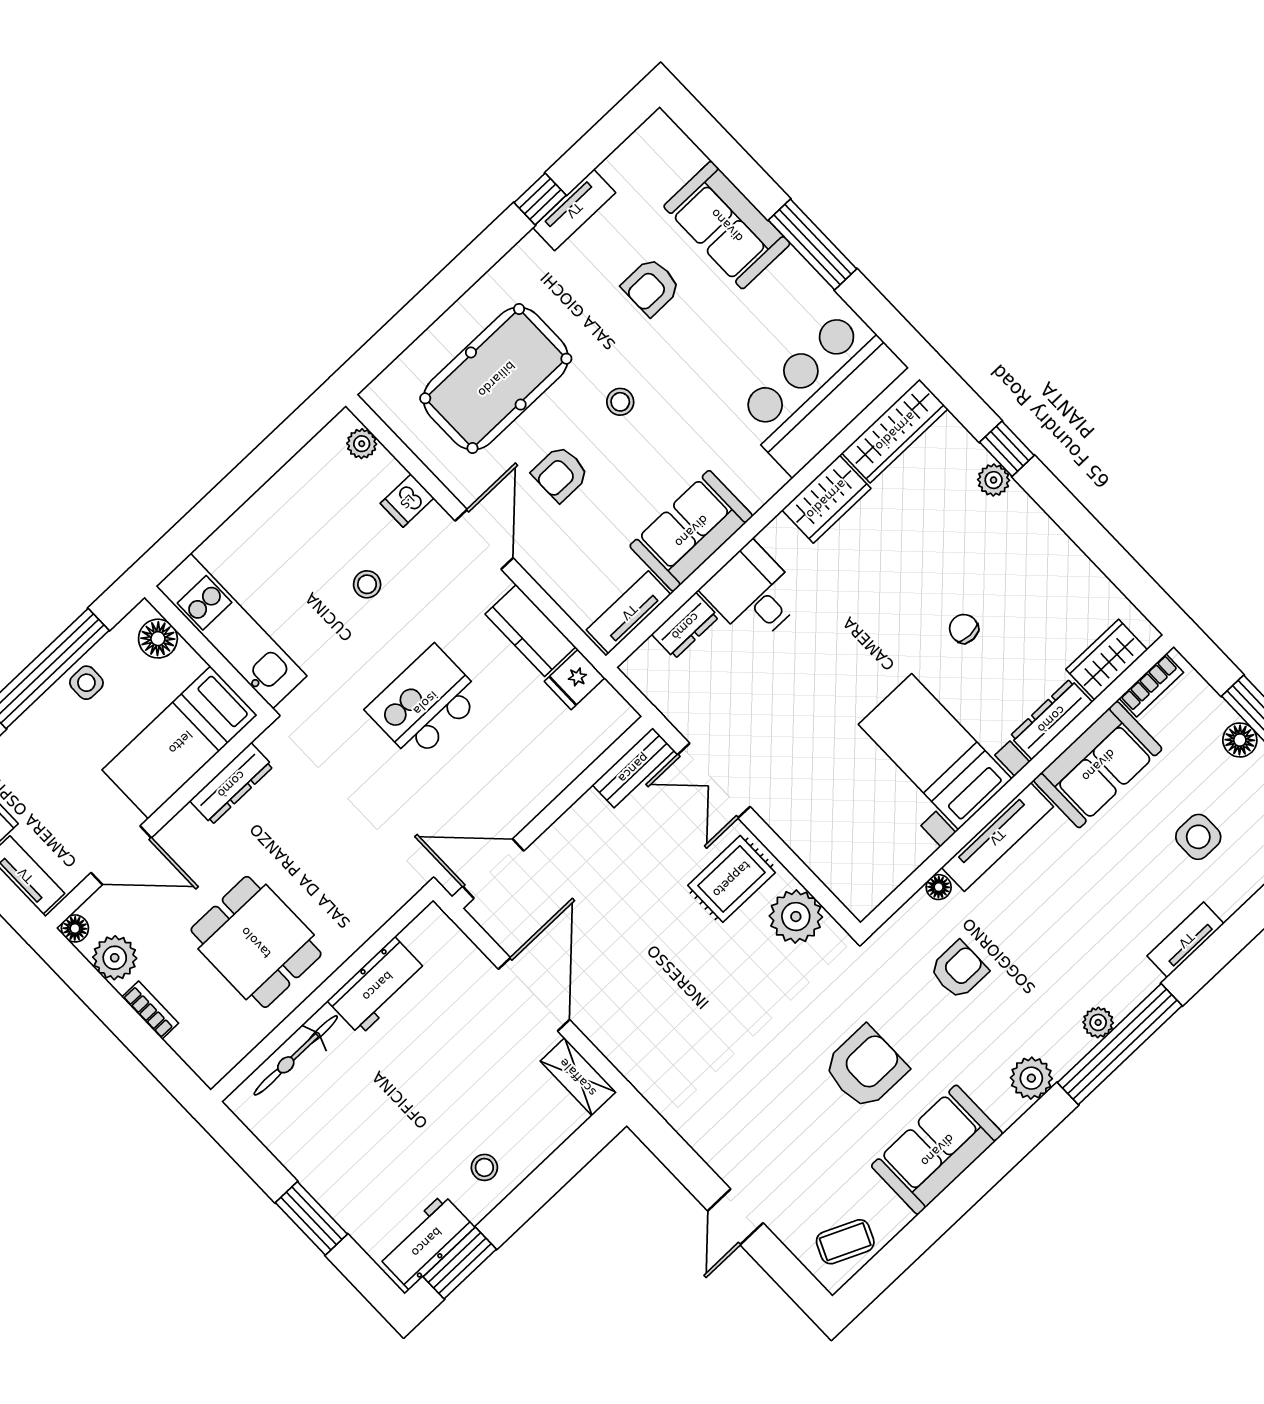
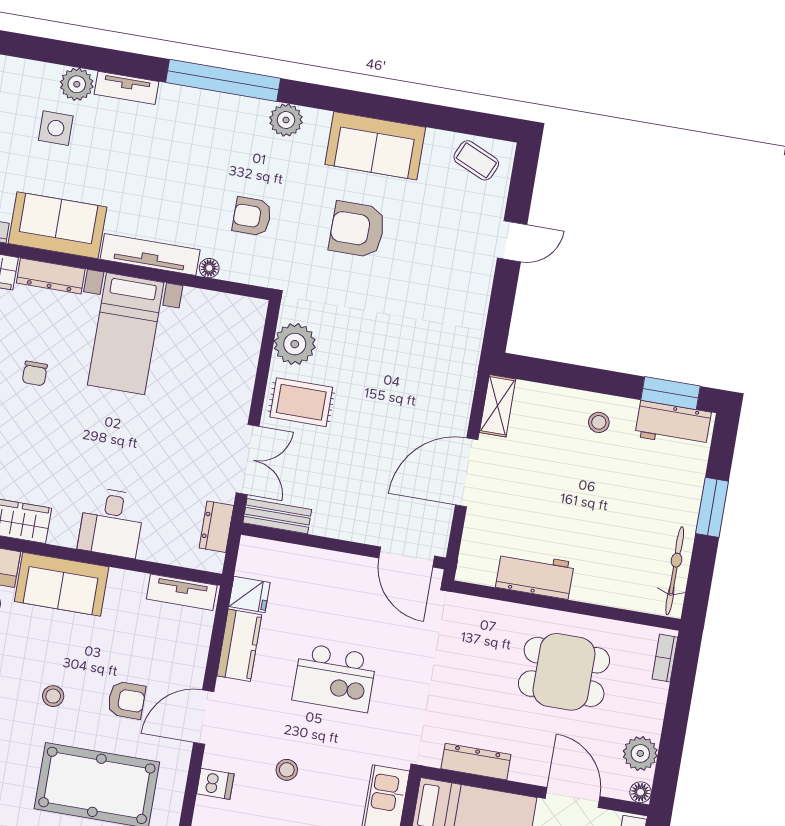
sofa: (691, 531) -> (62, 584), moved
dresser: (685, 626) -> (216, 527), moved, turned -90
dining table: (256, 942) -> (564, 672), turned 90
bookcase: (150, 1010) -> (665, 658), moved
plant: (1098, 1022) -> (77, 84), moved, width x1.38, depth x1.38
bicycle: (296, 1055) -> (675, 571), moved, turned -90

